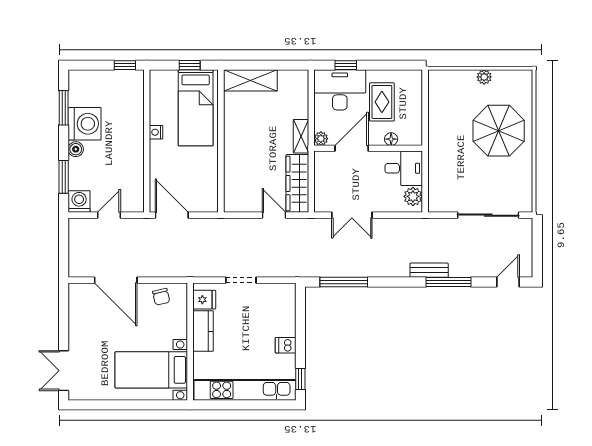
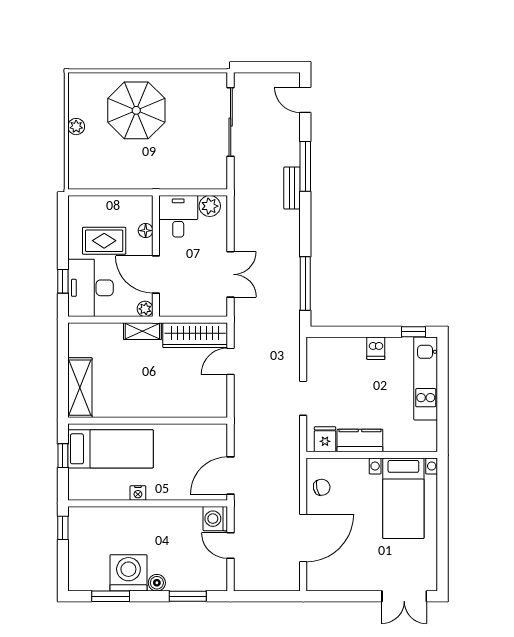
washing machine: (79, 201) -> (215, 519), moved
kitchen unit: (245, 390) -> (426, 378), width x0.73

